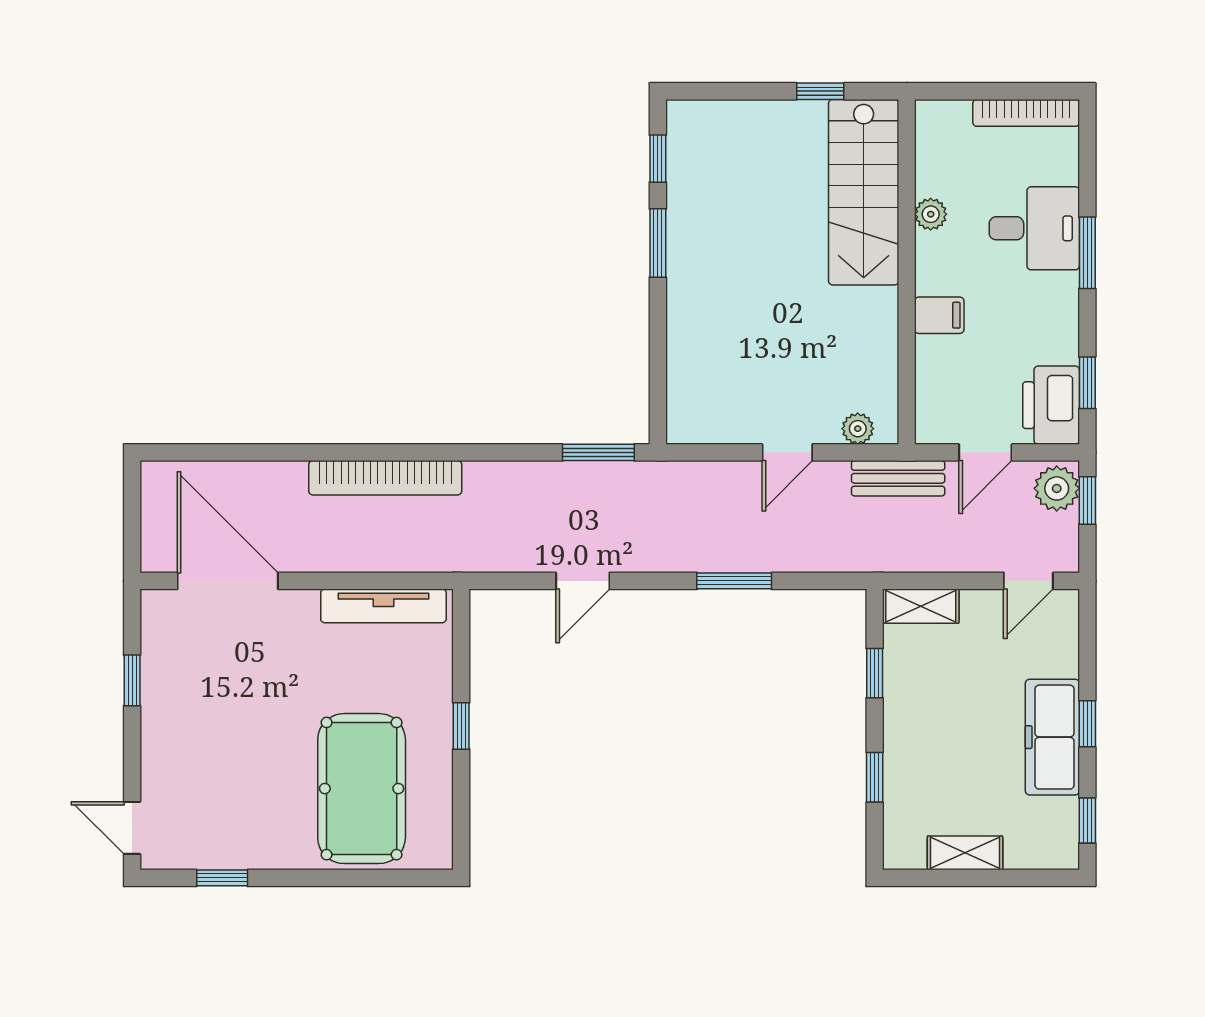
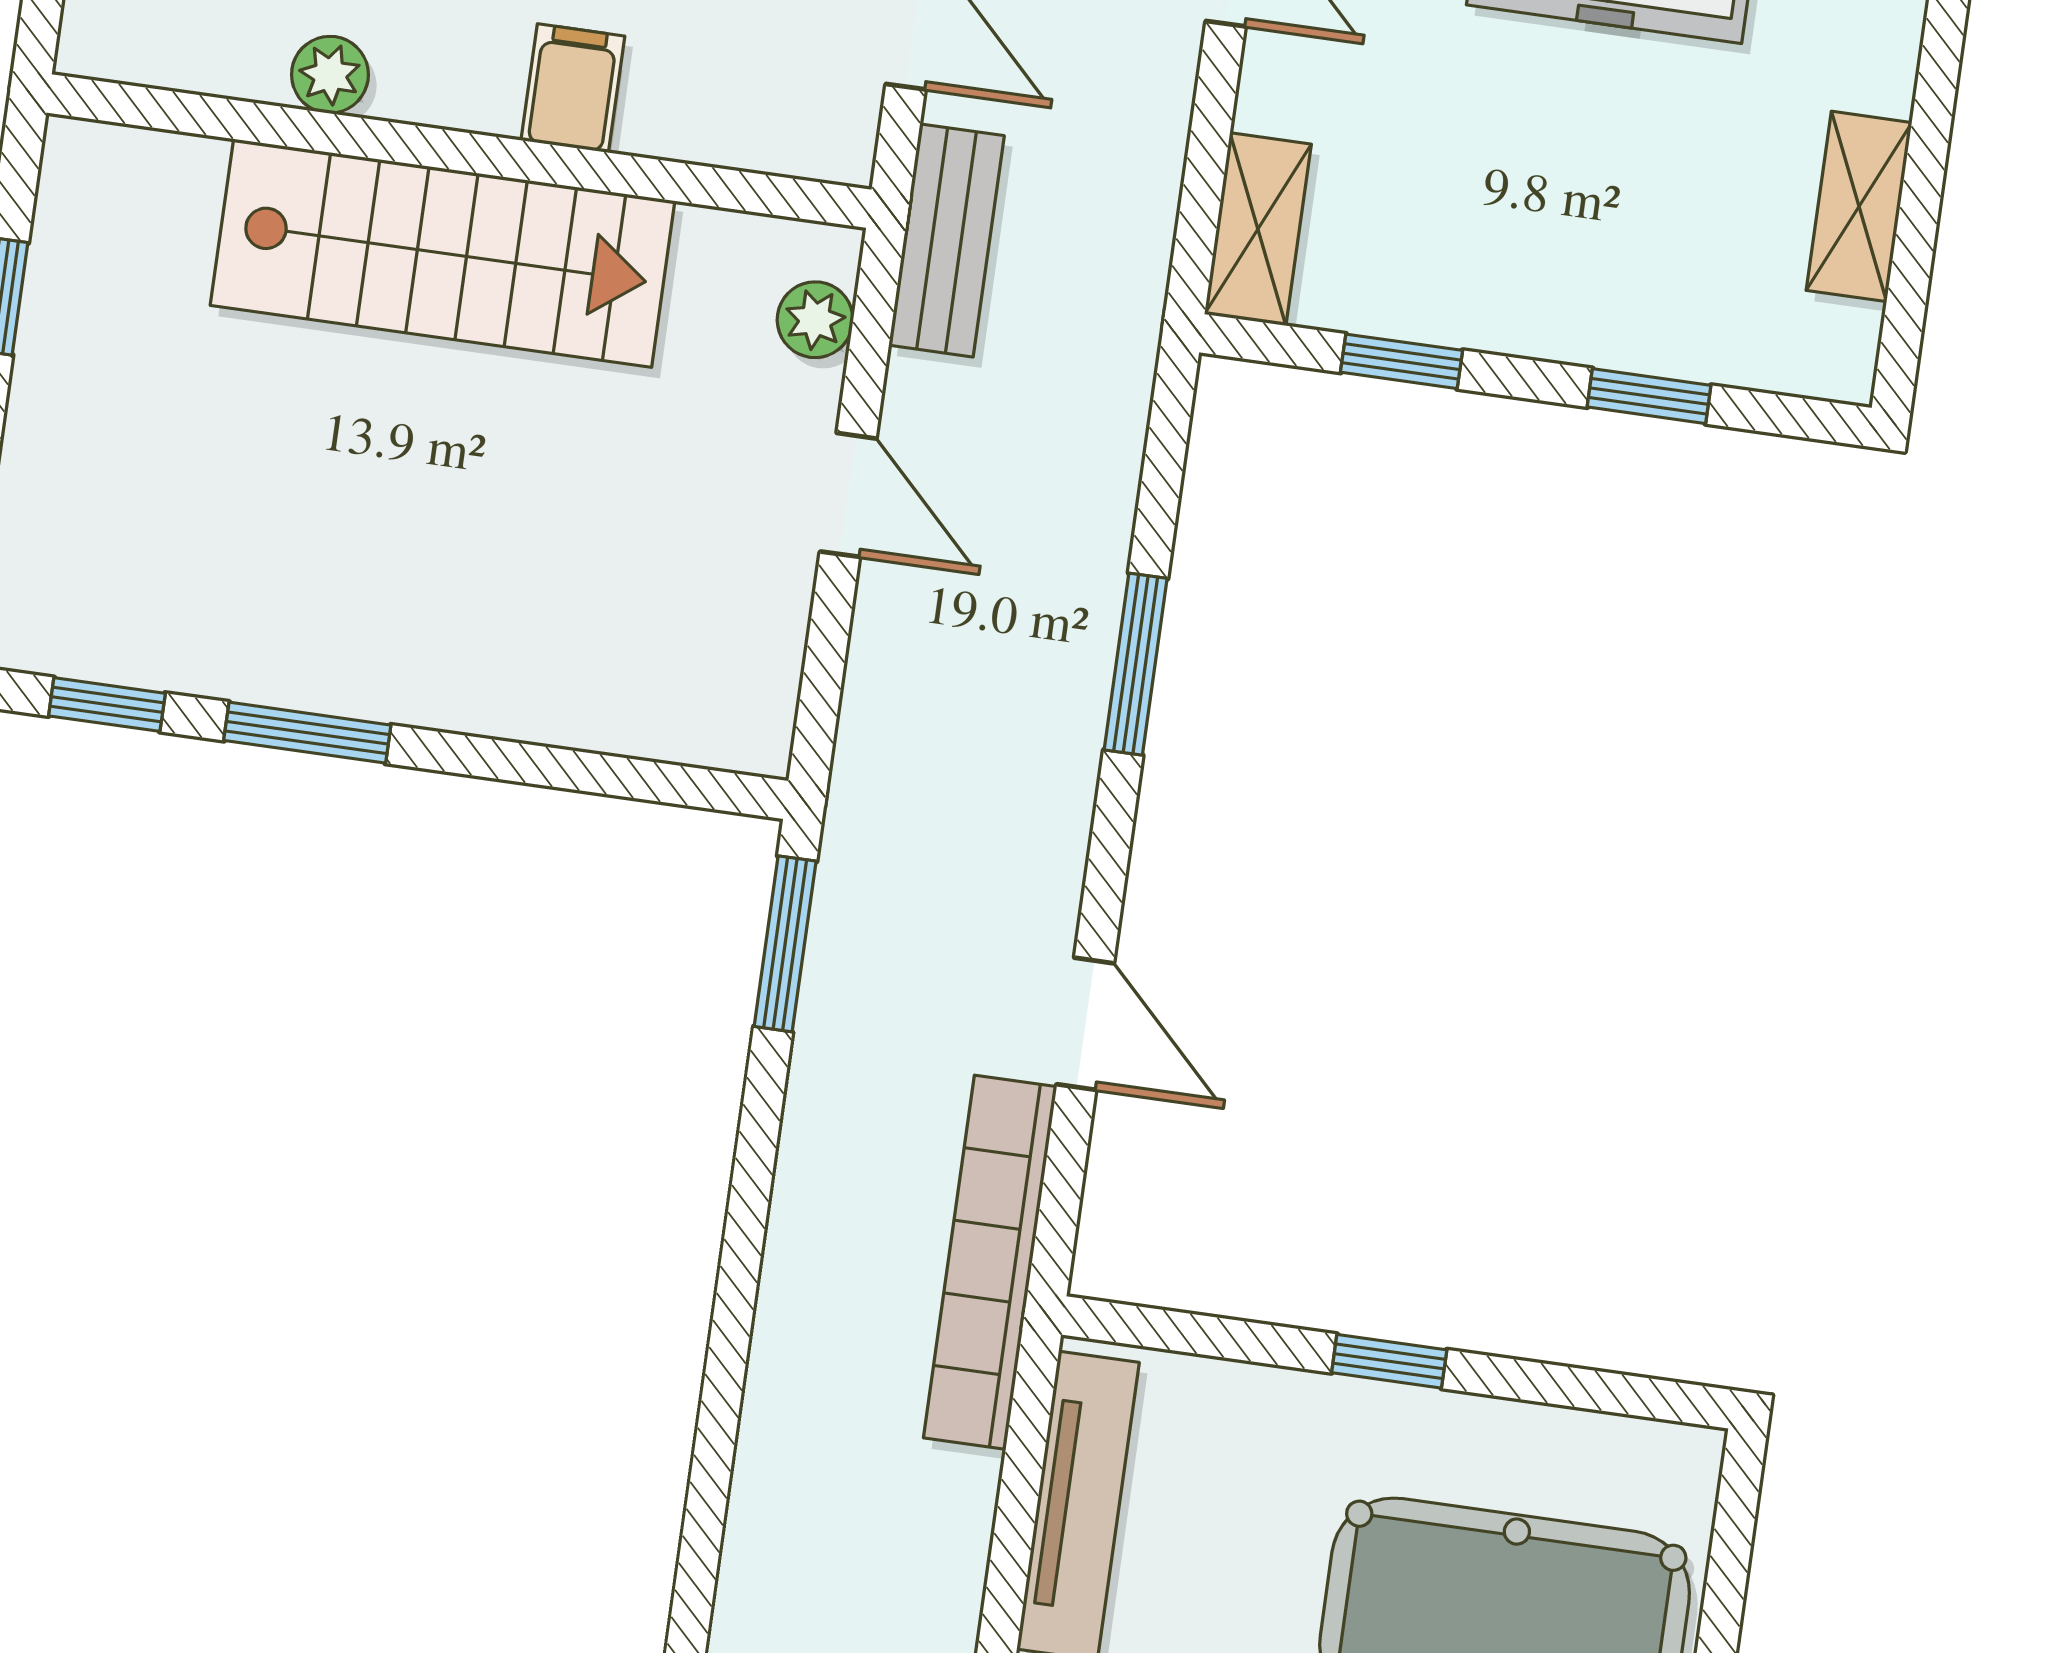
stairs: (864, 192) -> (443, 253), moved
bookcase: (385, 478) -> (990, 1262), moved, turned 180

